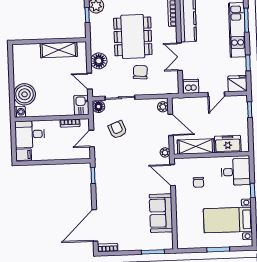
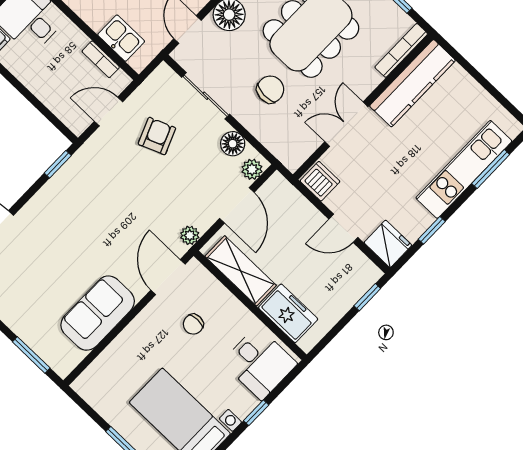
kitchen sink: (81, 105) -> (121, 38), moved, turned 90
floor lamp: (98, 107) -> (233, 144), moved

